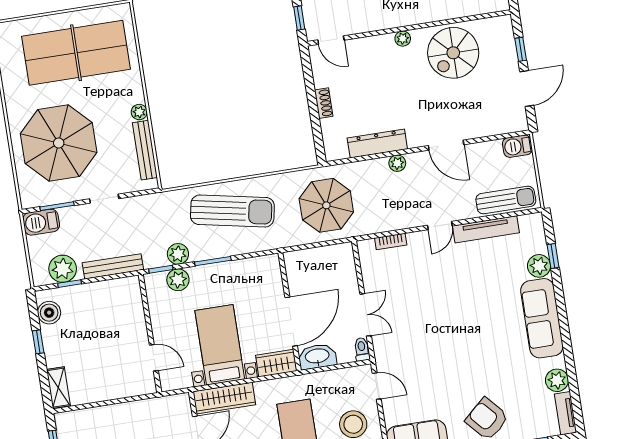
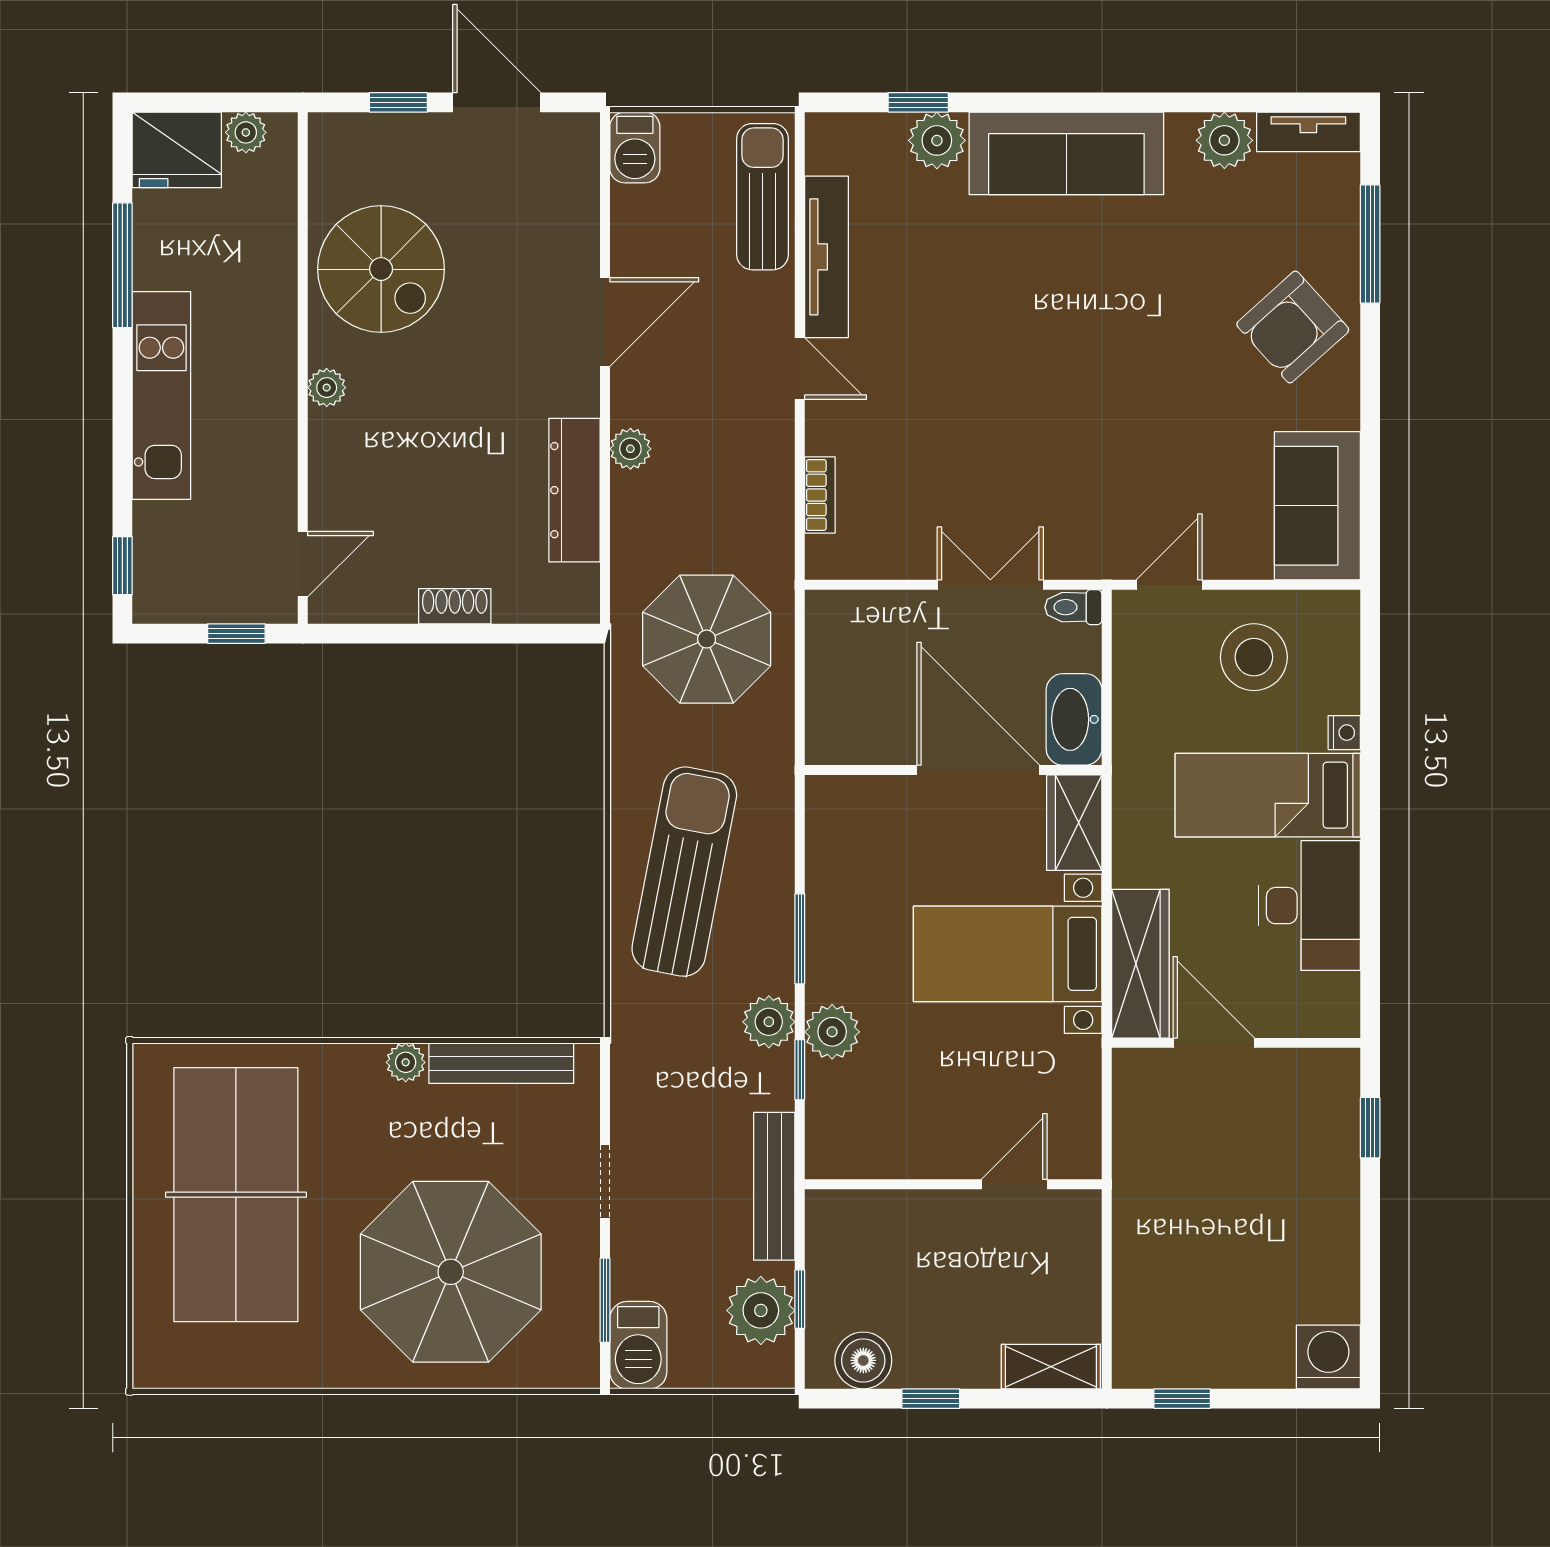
wall: (150, 334) -> (953, 1184), moved
door: (154, 358) -> (1014, 1184), moved

